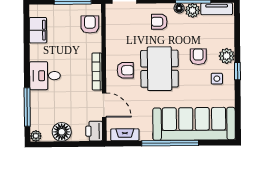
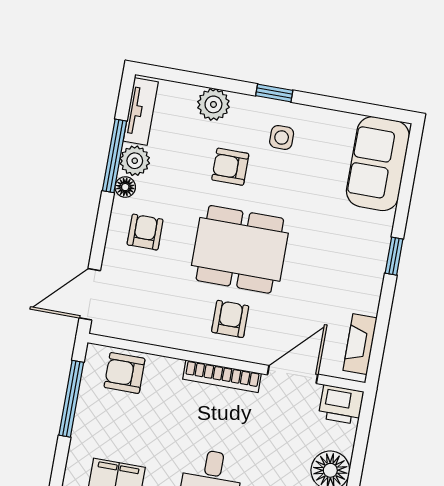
armchair: (159, 22) -> (145, 232), turned 180
plant: (227, 56) -> (213, 104), moved
sofa: (194, 124) -> (378, 164), width x0.54, depth x0.79
window: (170, 143) -> (394, 256), width x0.32

